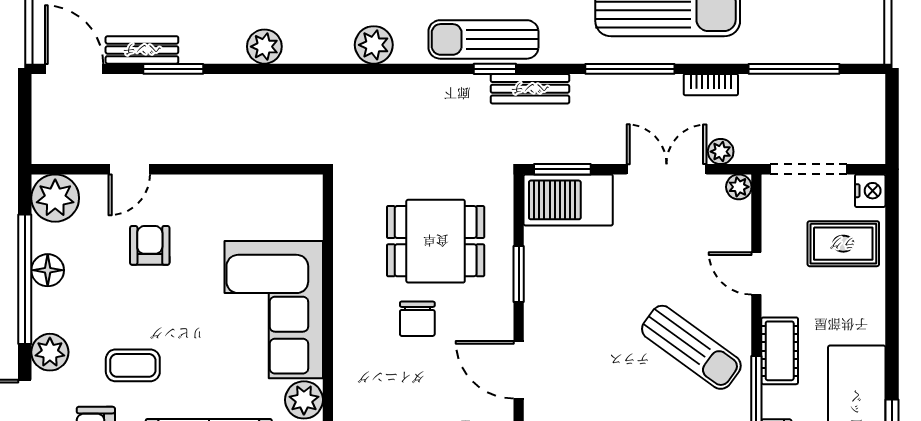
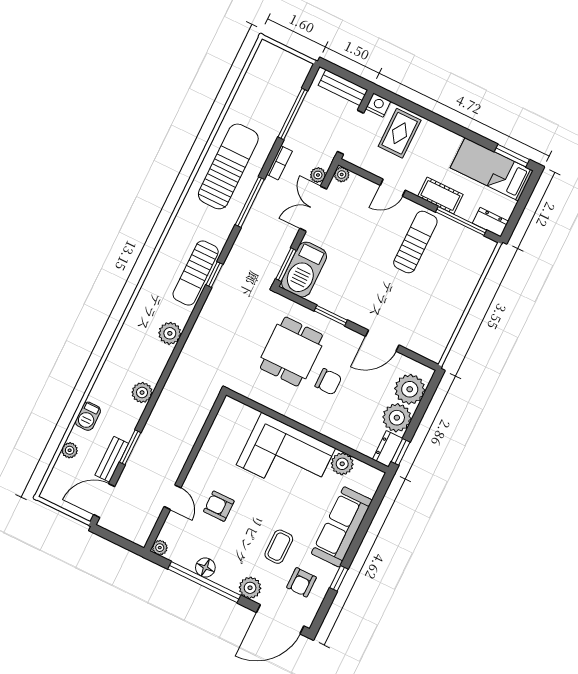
bench: (530, 89) -> (343, 88), moved, turned 90
plant: (55, 198) -> (160, 548), width x0.53, depth x0.53
sun lounger: (691, 347) -> (415, 242), turned -36

